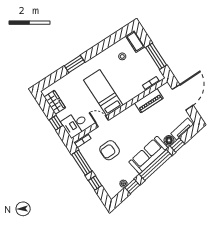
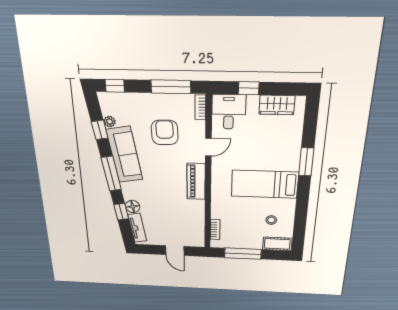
bed: (103, 93) -> (265, 184), moved, turned 180
door: (183, 97) -> (175, 251), width x0.53
piano: (149, 101) -> (196, 181), moved
sofa: (148, 155) -> (125, 155), moved
window: (156, 165) -> (111, 174), width x0.68
window: (95, 183) -> (115, 86), moved

